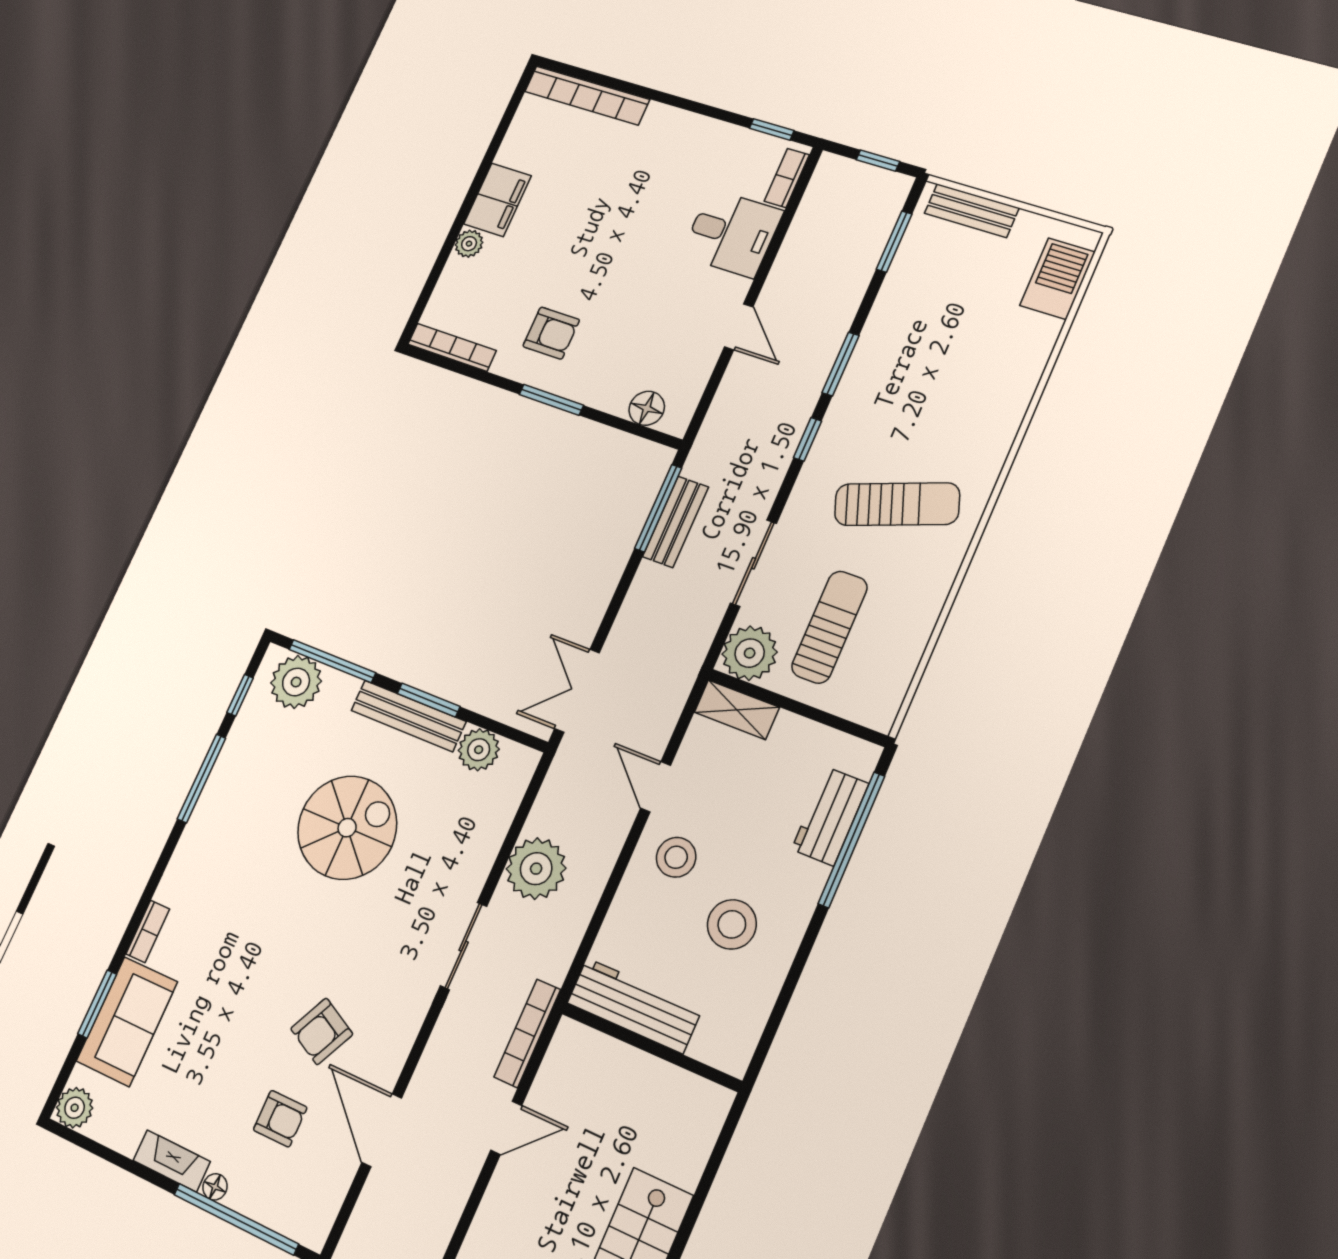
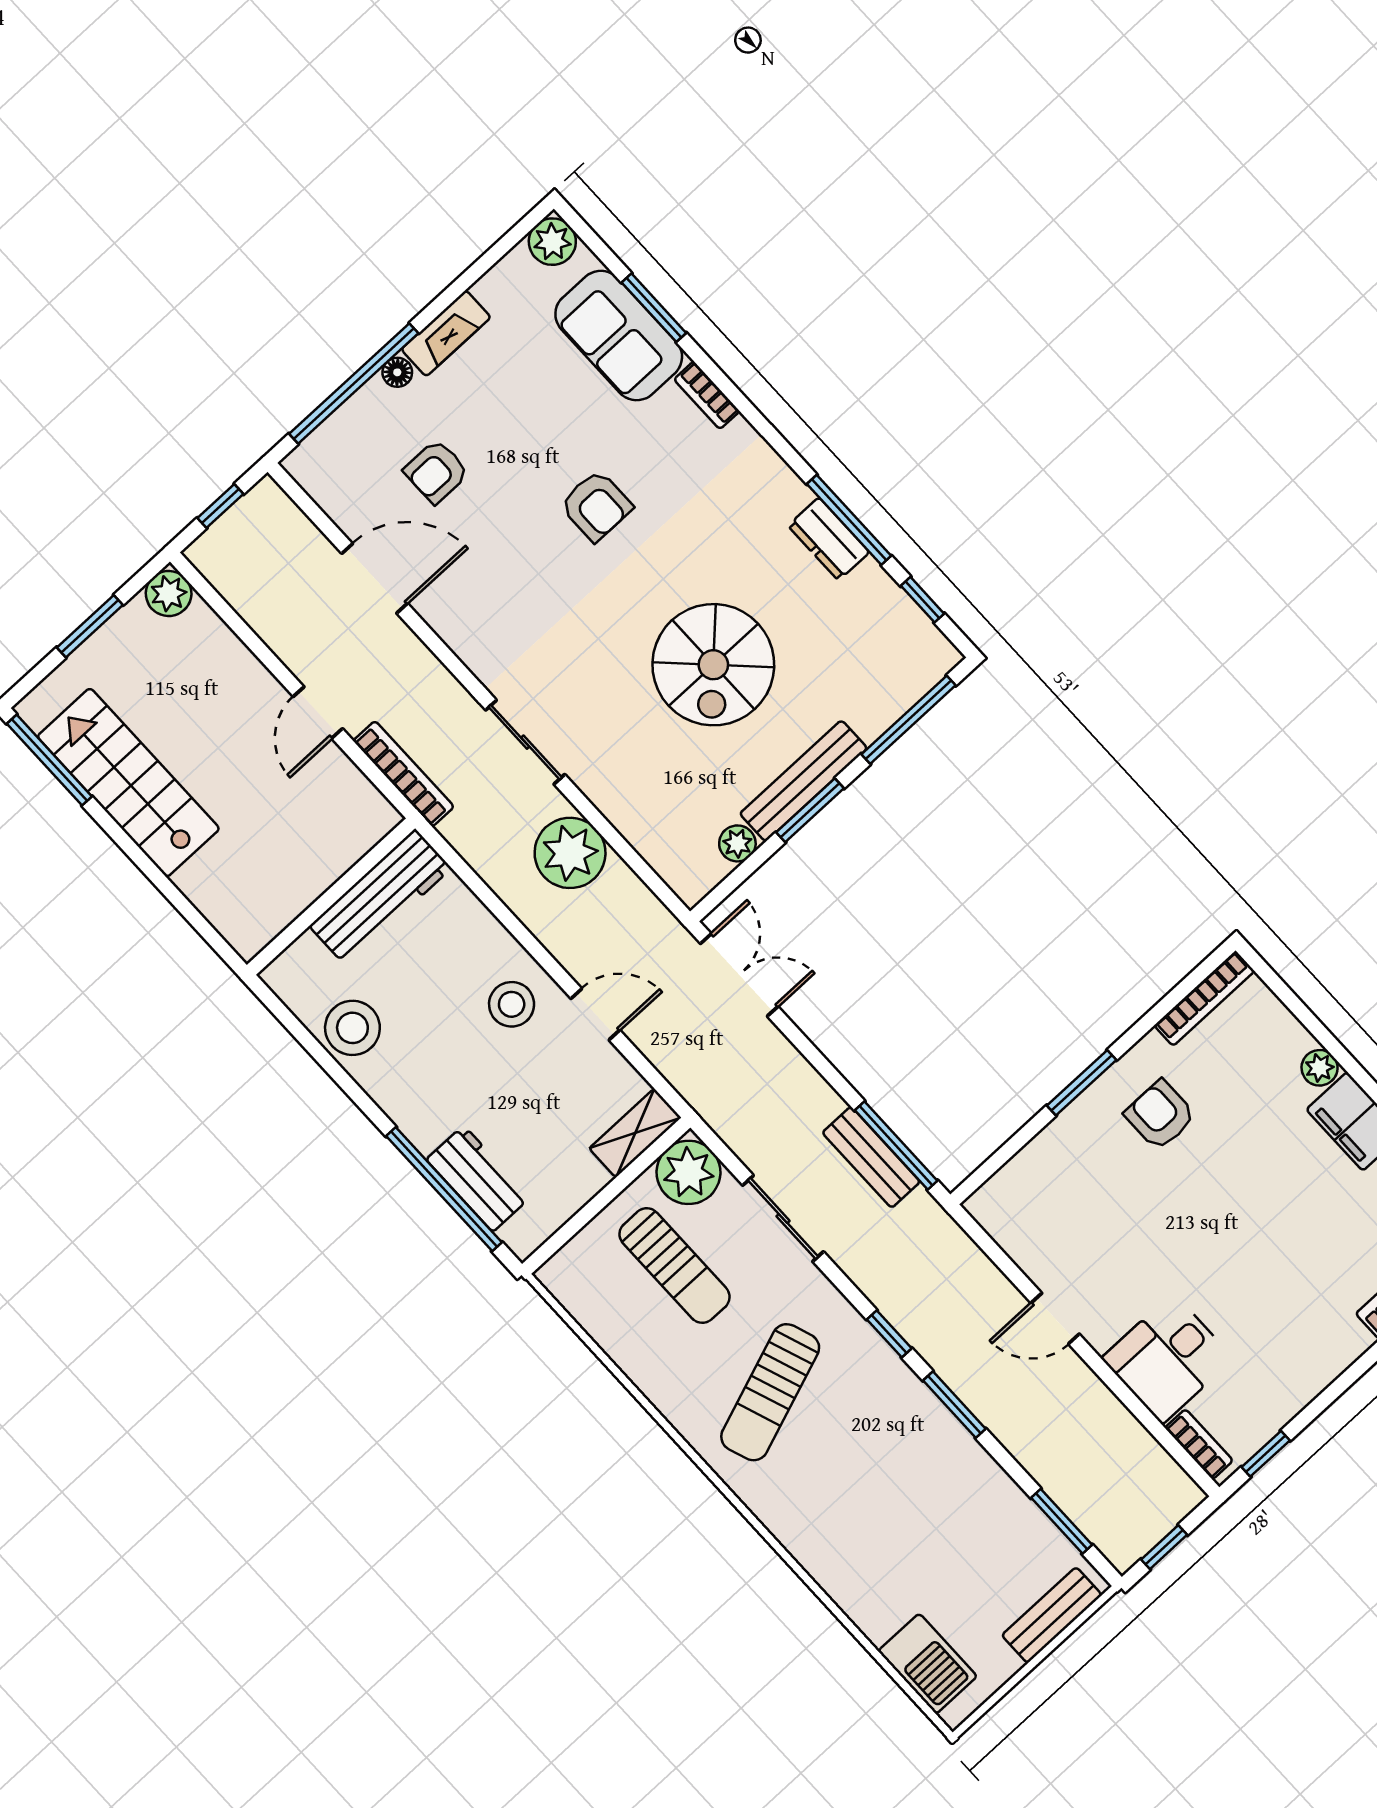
armchair: (551, 333) -> (1160, 1115), turned 90
floor lamp: (647, 408) -> (1015, 1181), removed
plant: (296, 682) -> (905, 670), removed
plant: (479, 750) -> (737, 843), width x0.73, depth x0.73
dresser: (221, 787) -> (829, 539), added
stool: (732, 924) -> (352, 1028), moved
armchair: (322, 1031) -> (596, 506), moved, turned 153

